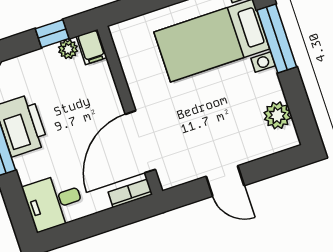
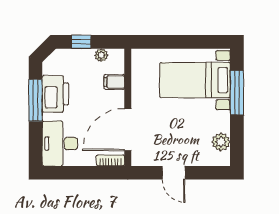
window: (52, 34) -> (81, 42), moved
filing cabinet: (92, 47) -> (114, 82), moved, turned 90
desk: (54, 202) -> (60, 144), width x1.37

